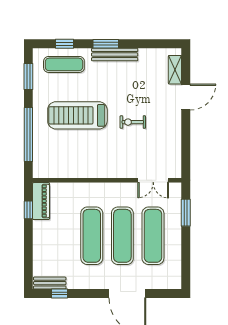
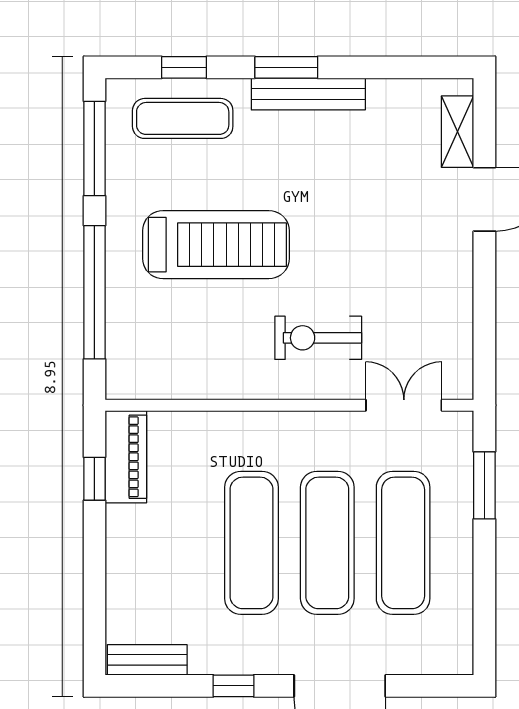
window: (28, 77) -> (94, 149), width x1.44
treadmill: (77, 115) -> (216, 245), turned 180
exercise bike: (133, 122) -> (318, 338), moved, width x1.38, depth x1.39
double door: (153, 180) -> (404, 405), swing flipped
window: (60, 294) -> (234, 686), moved

